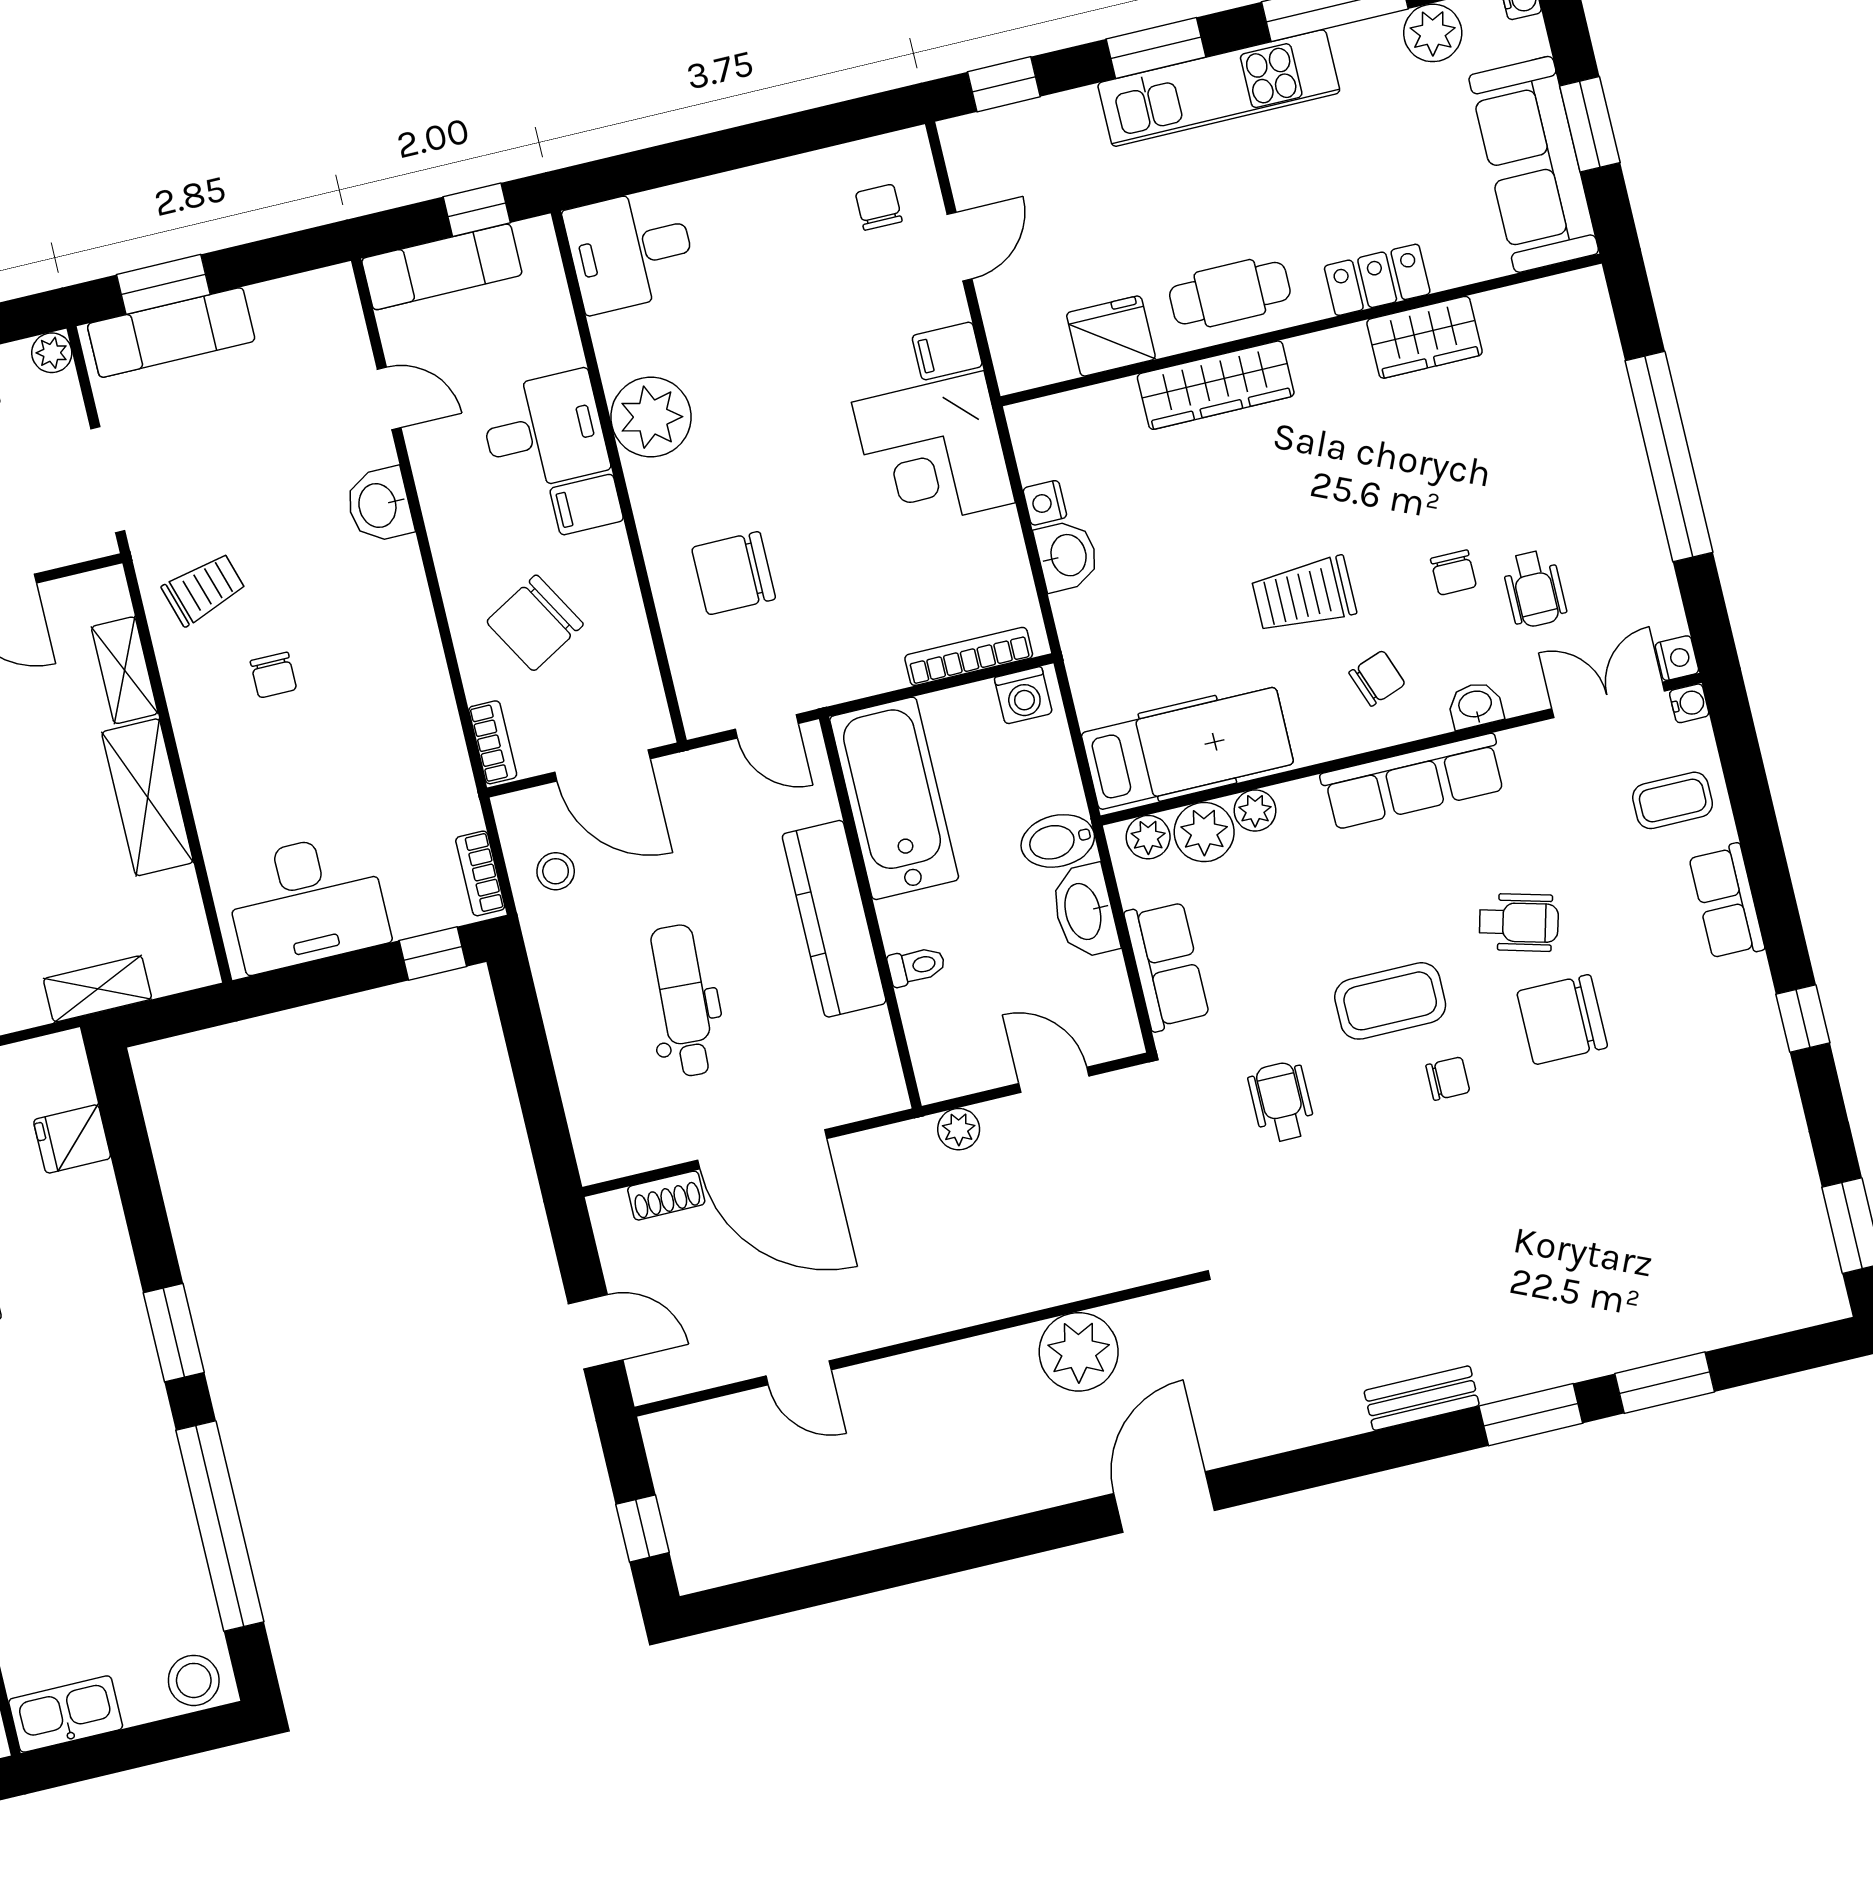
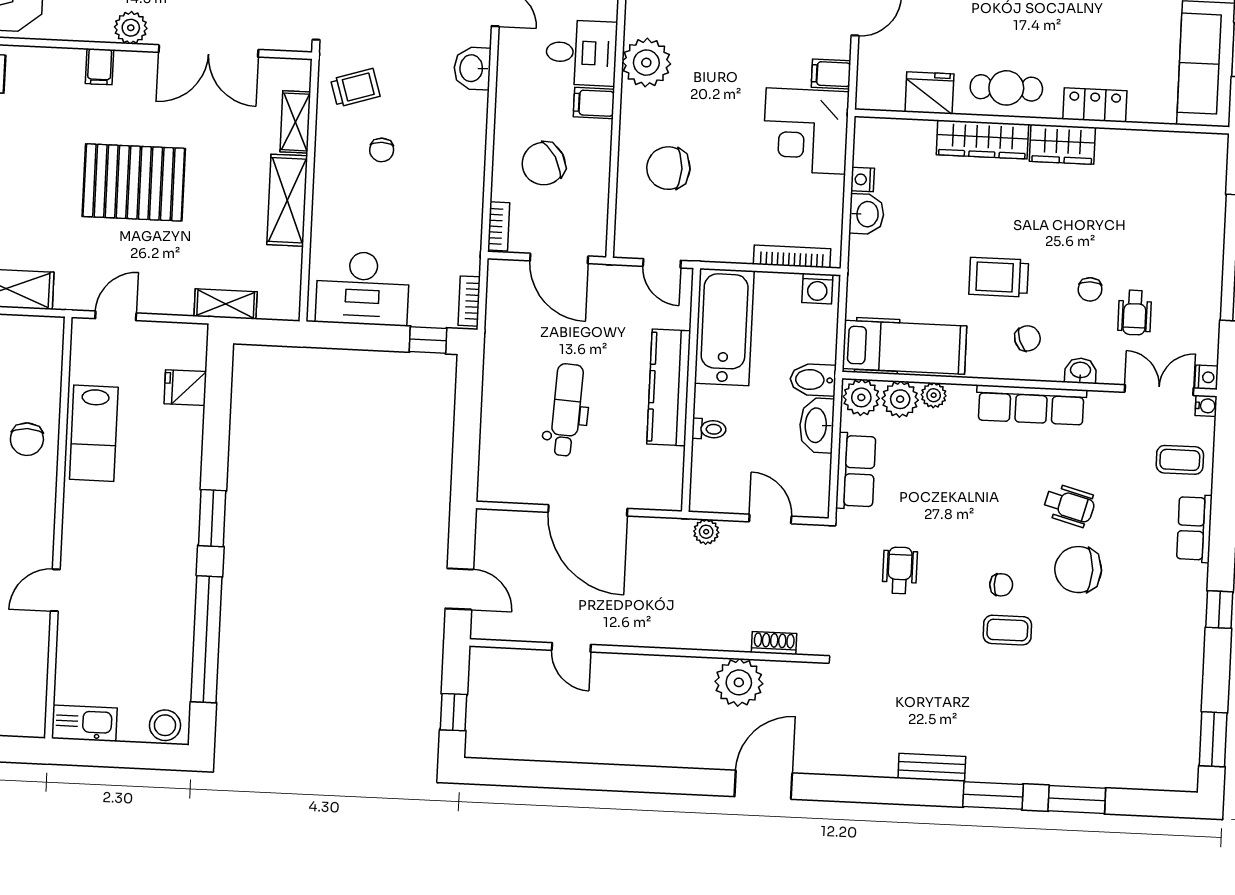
wardrobe: (1425, 337) -> (1062, 144), moved
plant: (1148, 837) -> (861, 397), width x1.38, depth x1.38
stool: (556, 871) -> (514, 312), removed
coffee table: (1390, 1001) -> (1007, 630), moved, width x0.73, depth x0.77
shoe rack: (666, 1196) -> (774, 643), moved, turned 180

